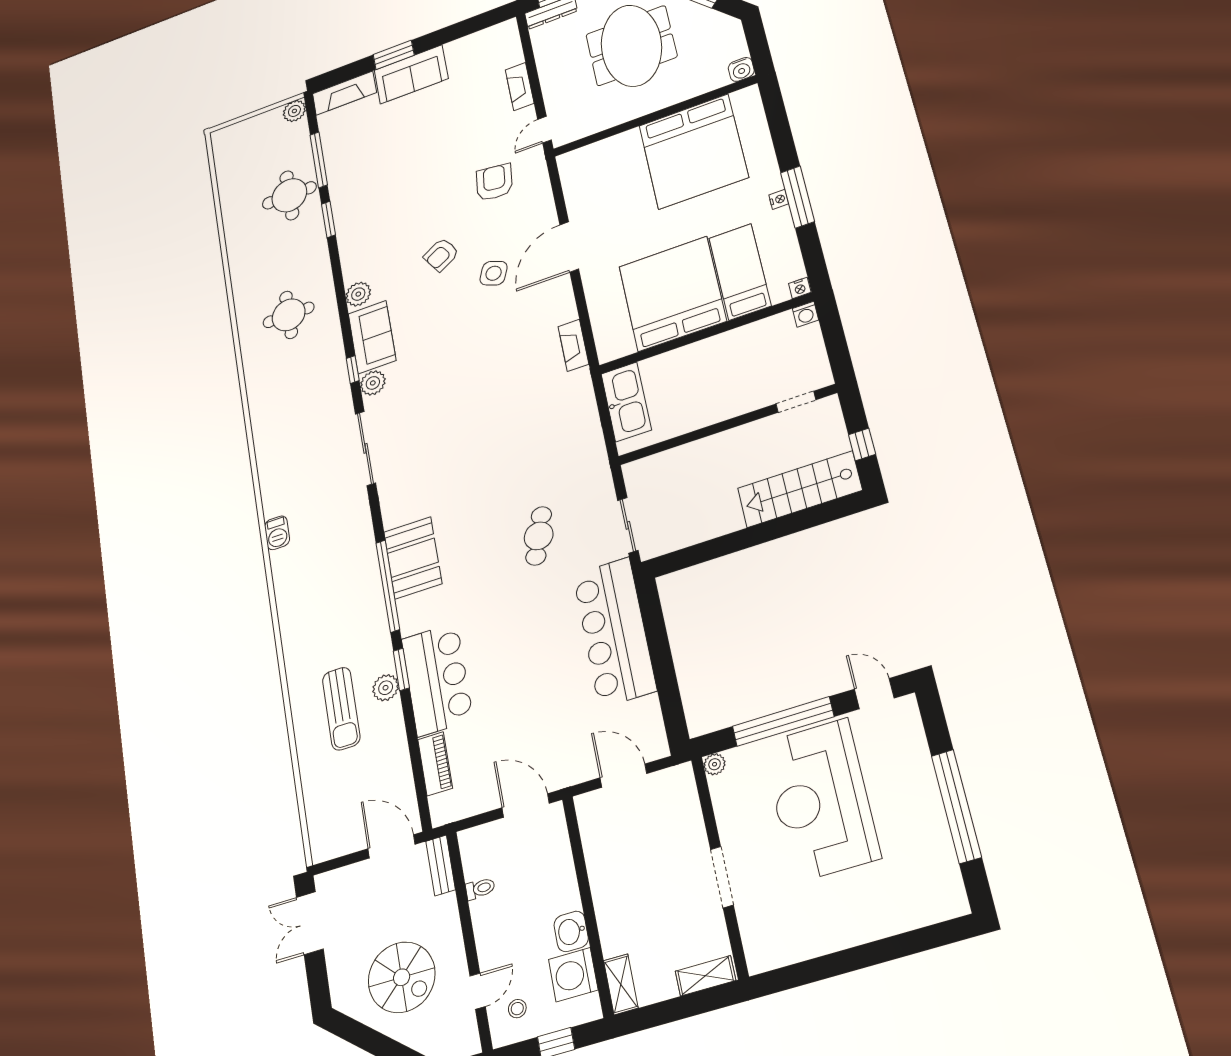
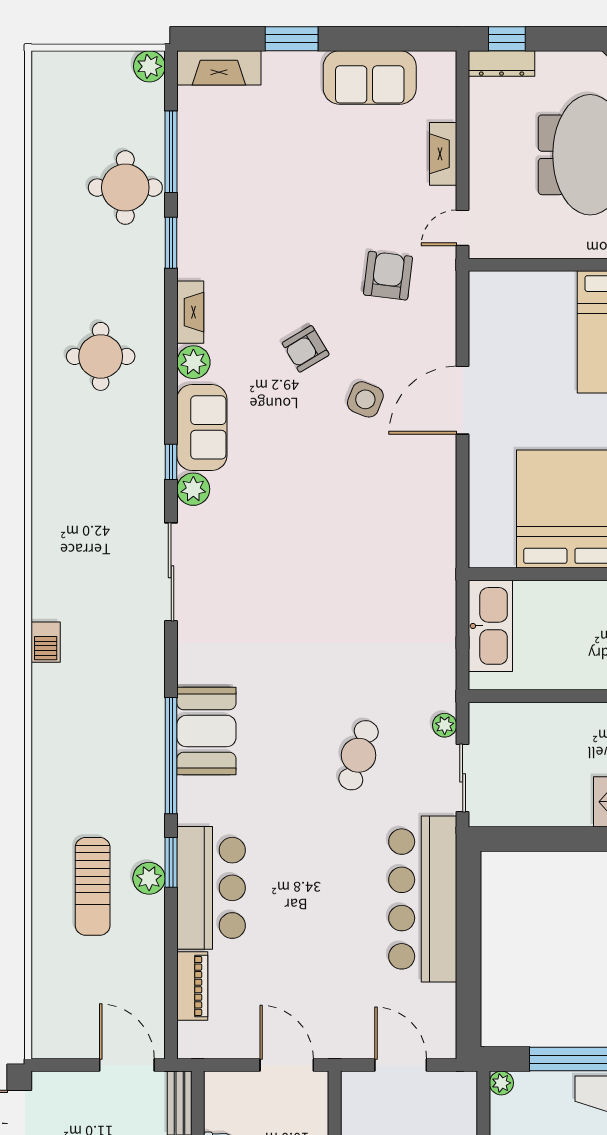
sofa: (411, 74) -> (370, 77), moved
fireplace: (573, 345) -> (190, 312), moved, turned 180
plant: (605, 489) -> (445, 725), added

